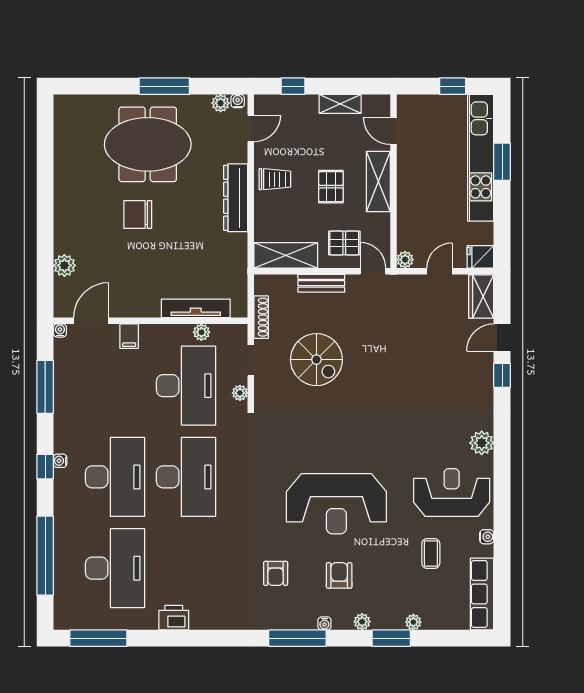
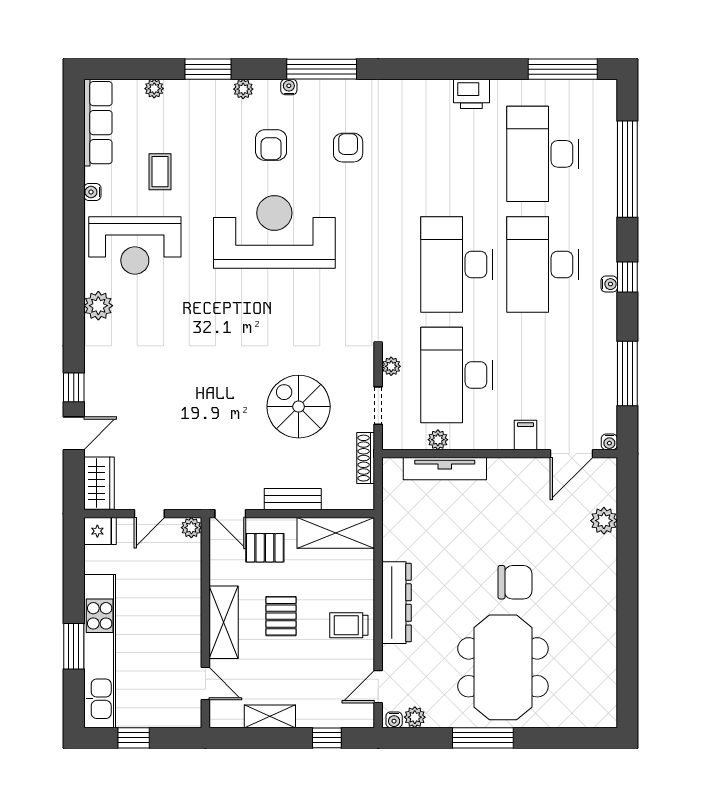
meeting table: (148, 144) -> (503, 667), turned 90
plant: (413, 622) -> (154, 89), moved

